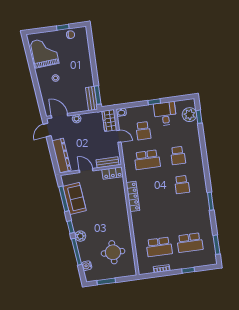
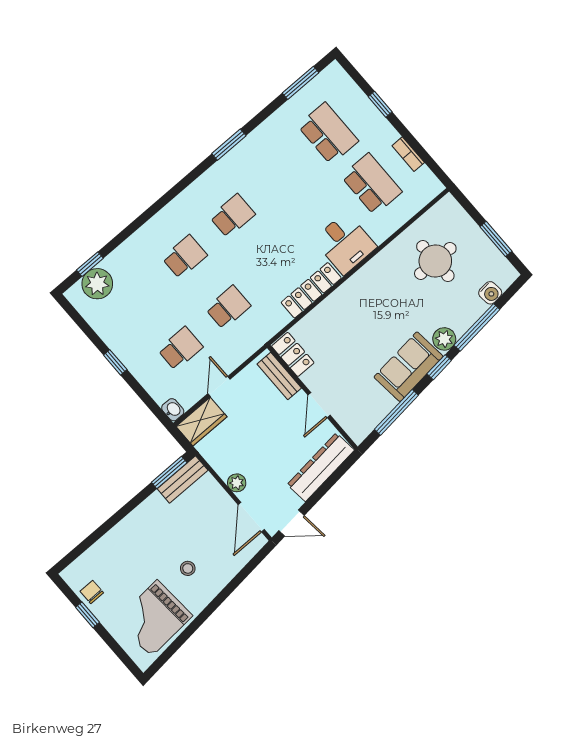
desk: (165, 114) -> (345, 243), moved, turned -90
school desk: (147, 160) -> (228, 307), width x0.54
sofa: (75, 199) -> (409, 367), moved

